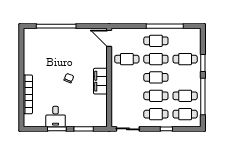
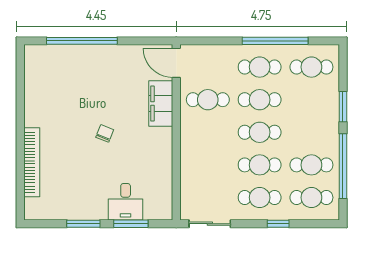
cafe table: (185, 59) -> (311, 67), moved
filing cabinet: (100, 81) -> (161, 103), moved
desk: (56, 117) -> (126, 202), moved

